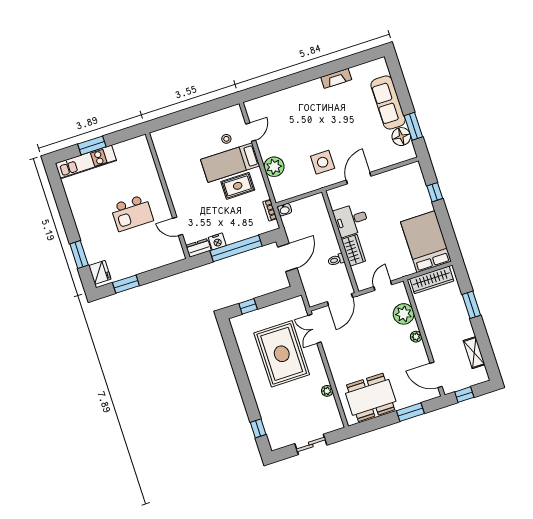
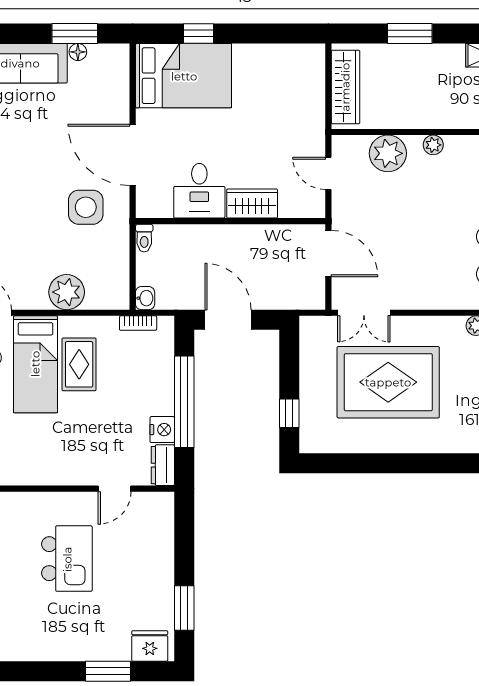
floor lamp: (401, 137) -> (78, 52), width x0.53, depth x0.53
door: (359, 178) -> (133, 155), width x1.36
bed: (426, 242) -> (184, 76), moved, turned 180
toilet: (336, 260) -> (144, 238), moved

